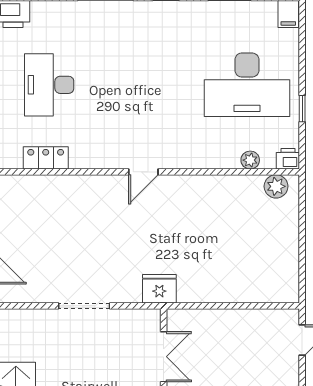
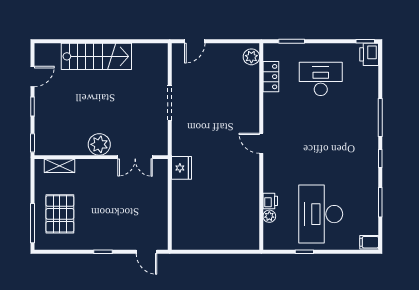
printer: (288, 159) -> (270, 201), moved
plant: (276, 186) -> (251, 57), moved
fridge: (159, 289) -> (181, 168), moved

